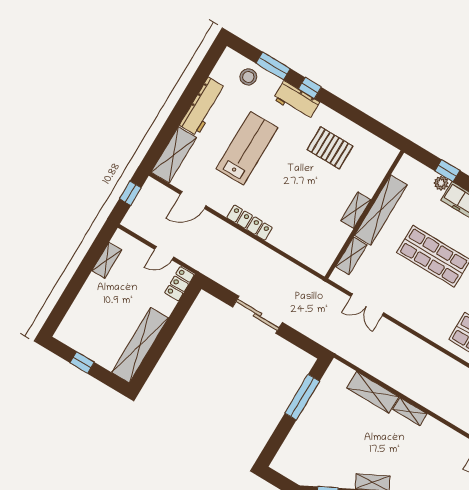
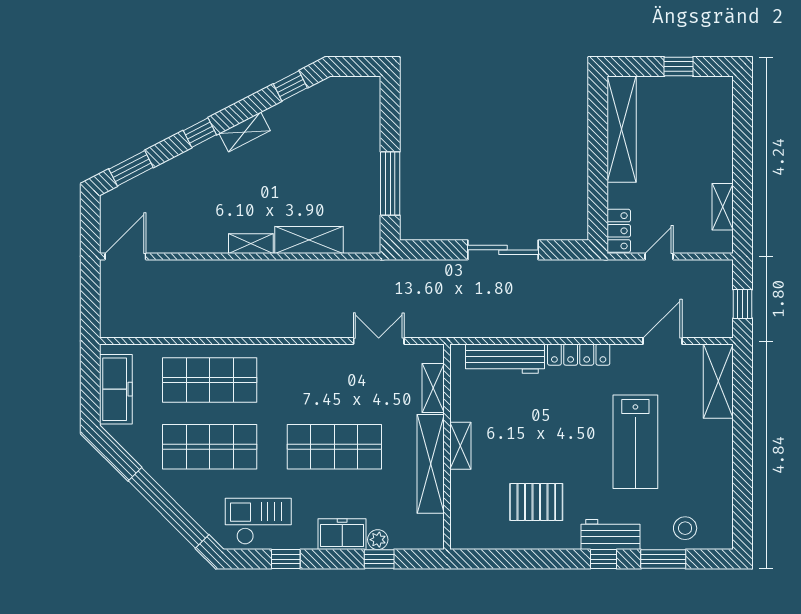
workbench: (203, 107) -> (505, 359), moved, turned -90

